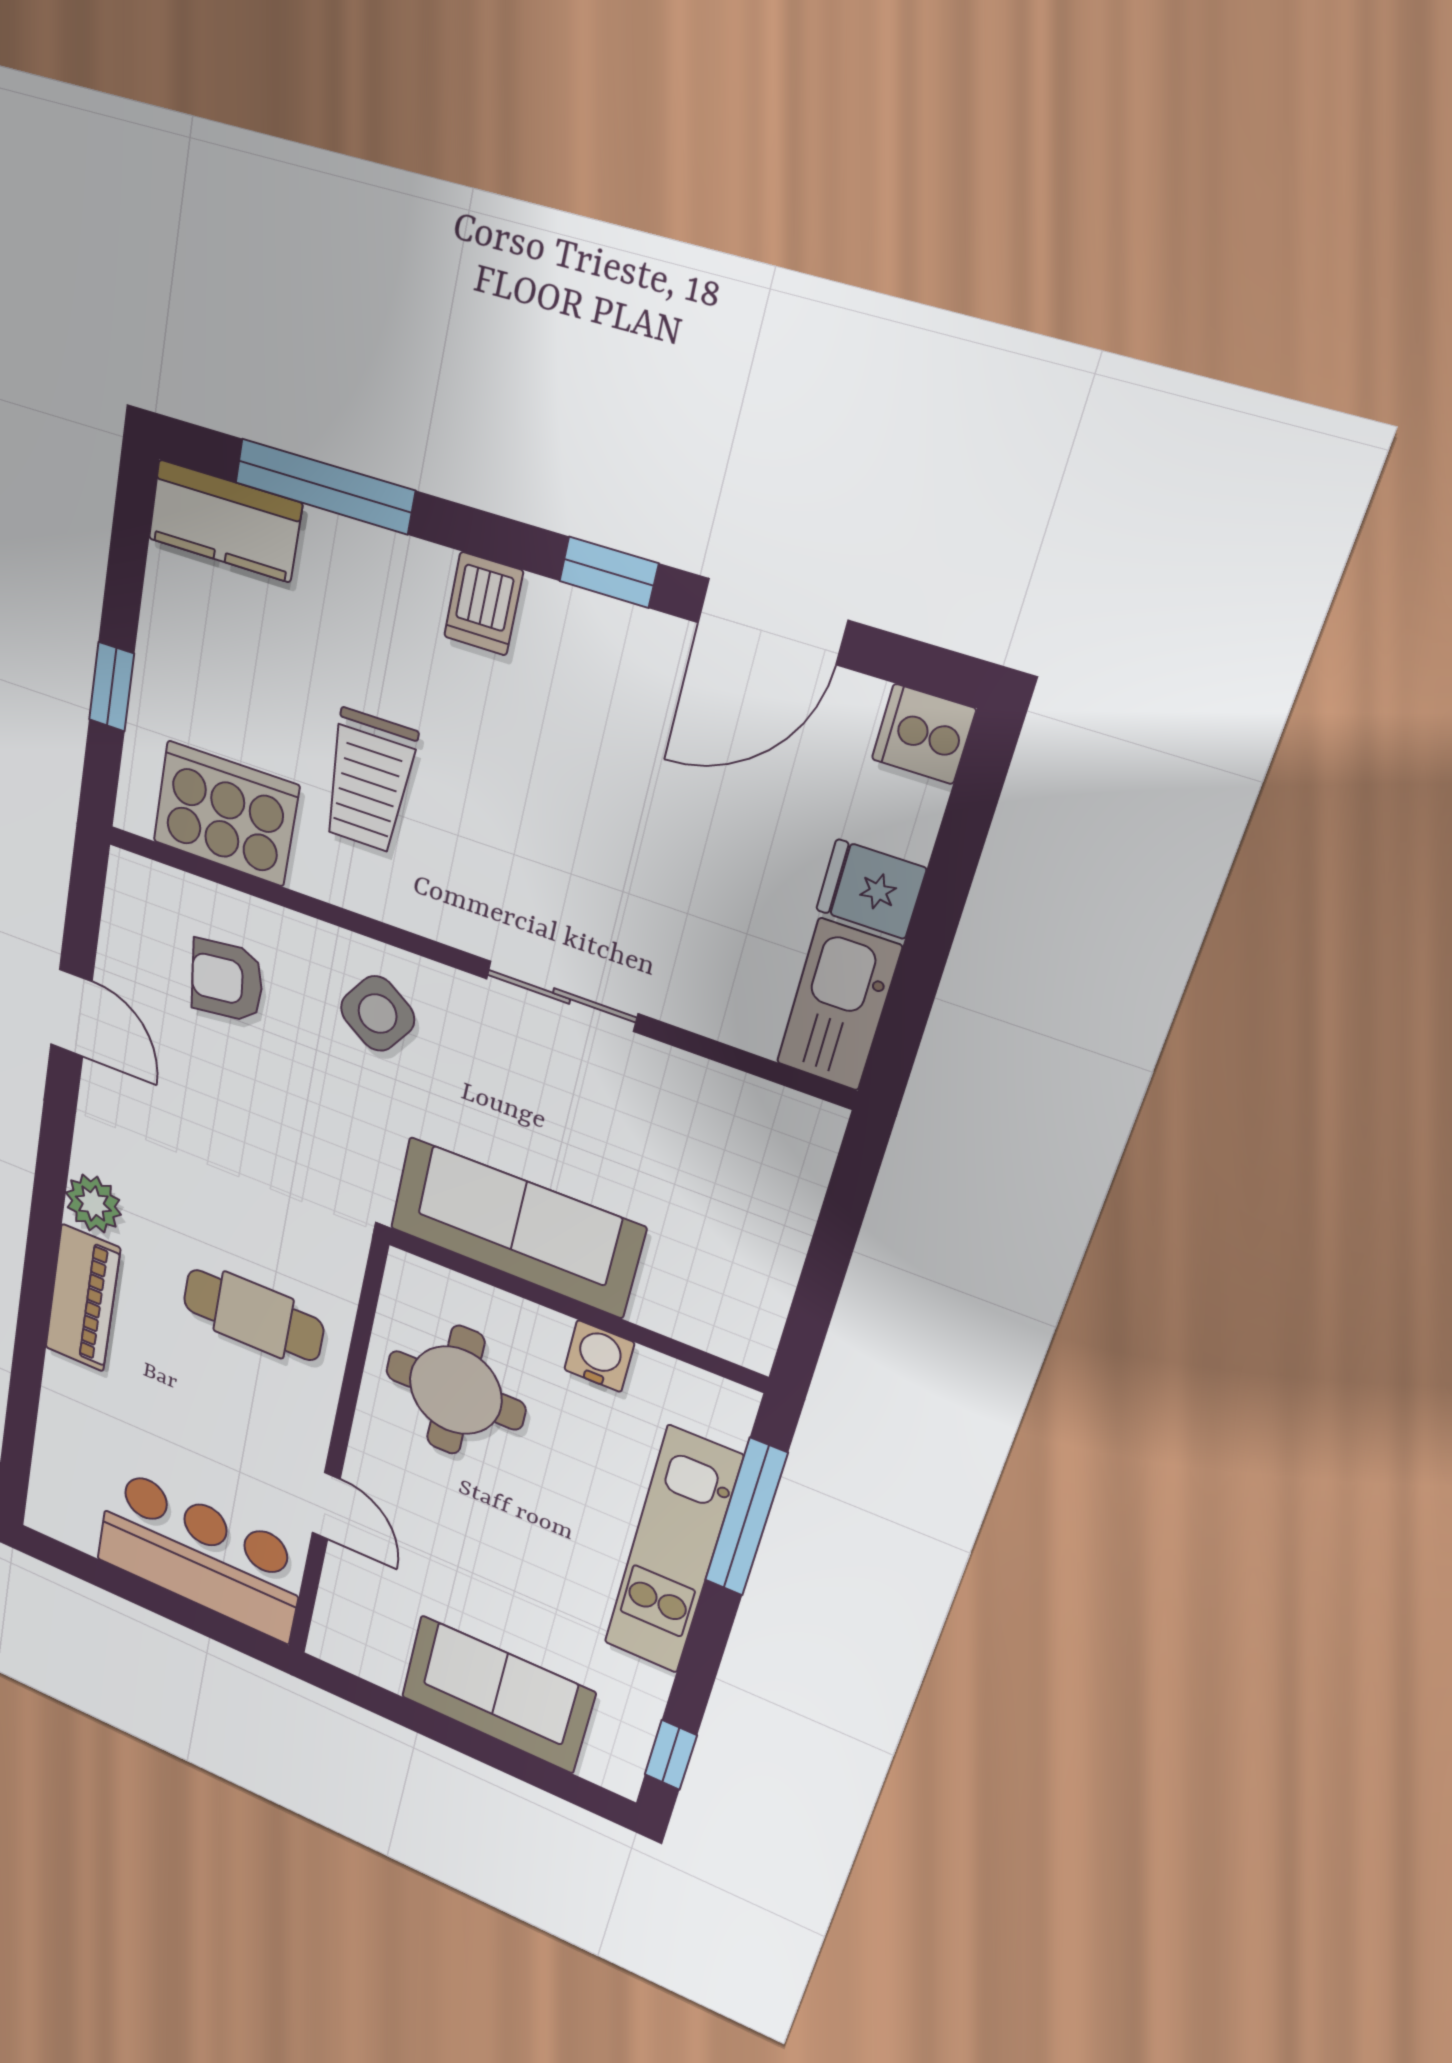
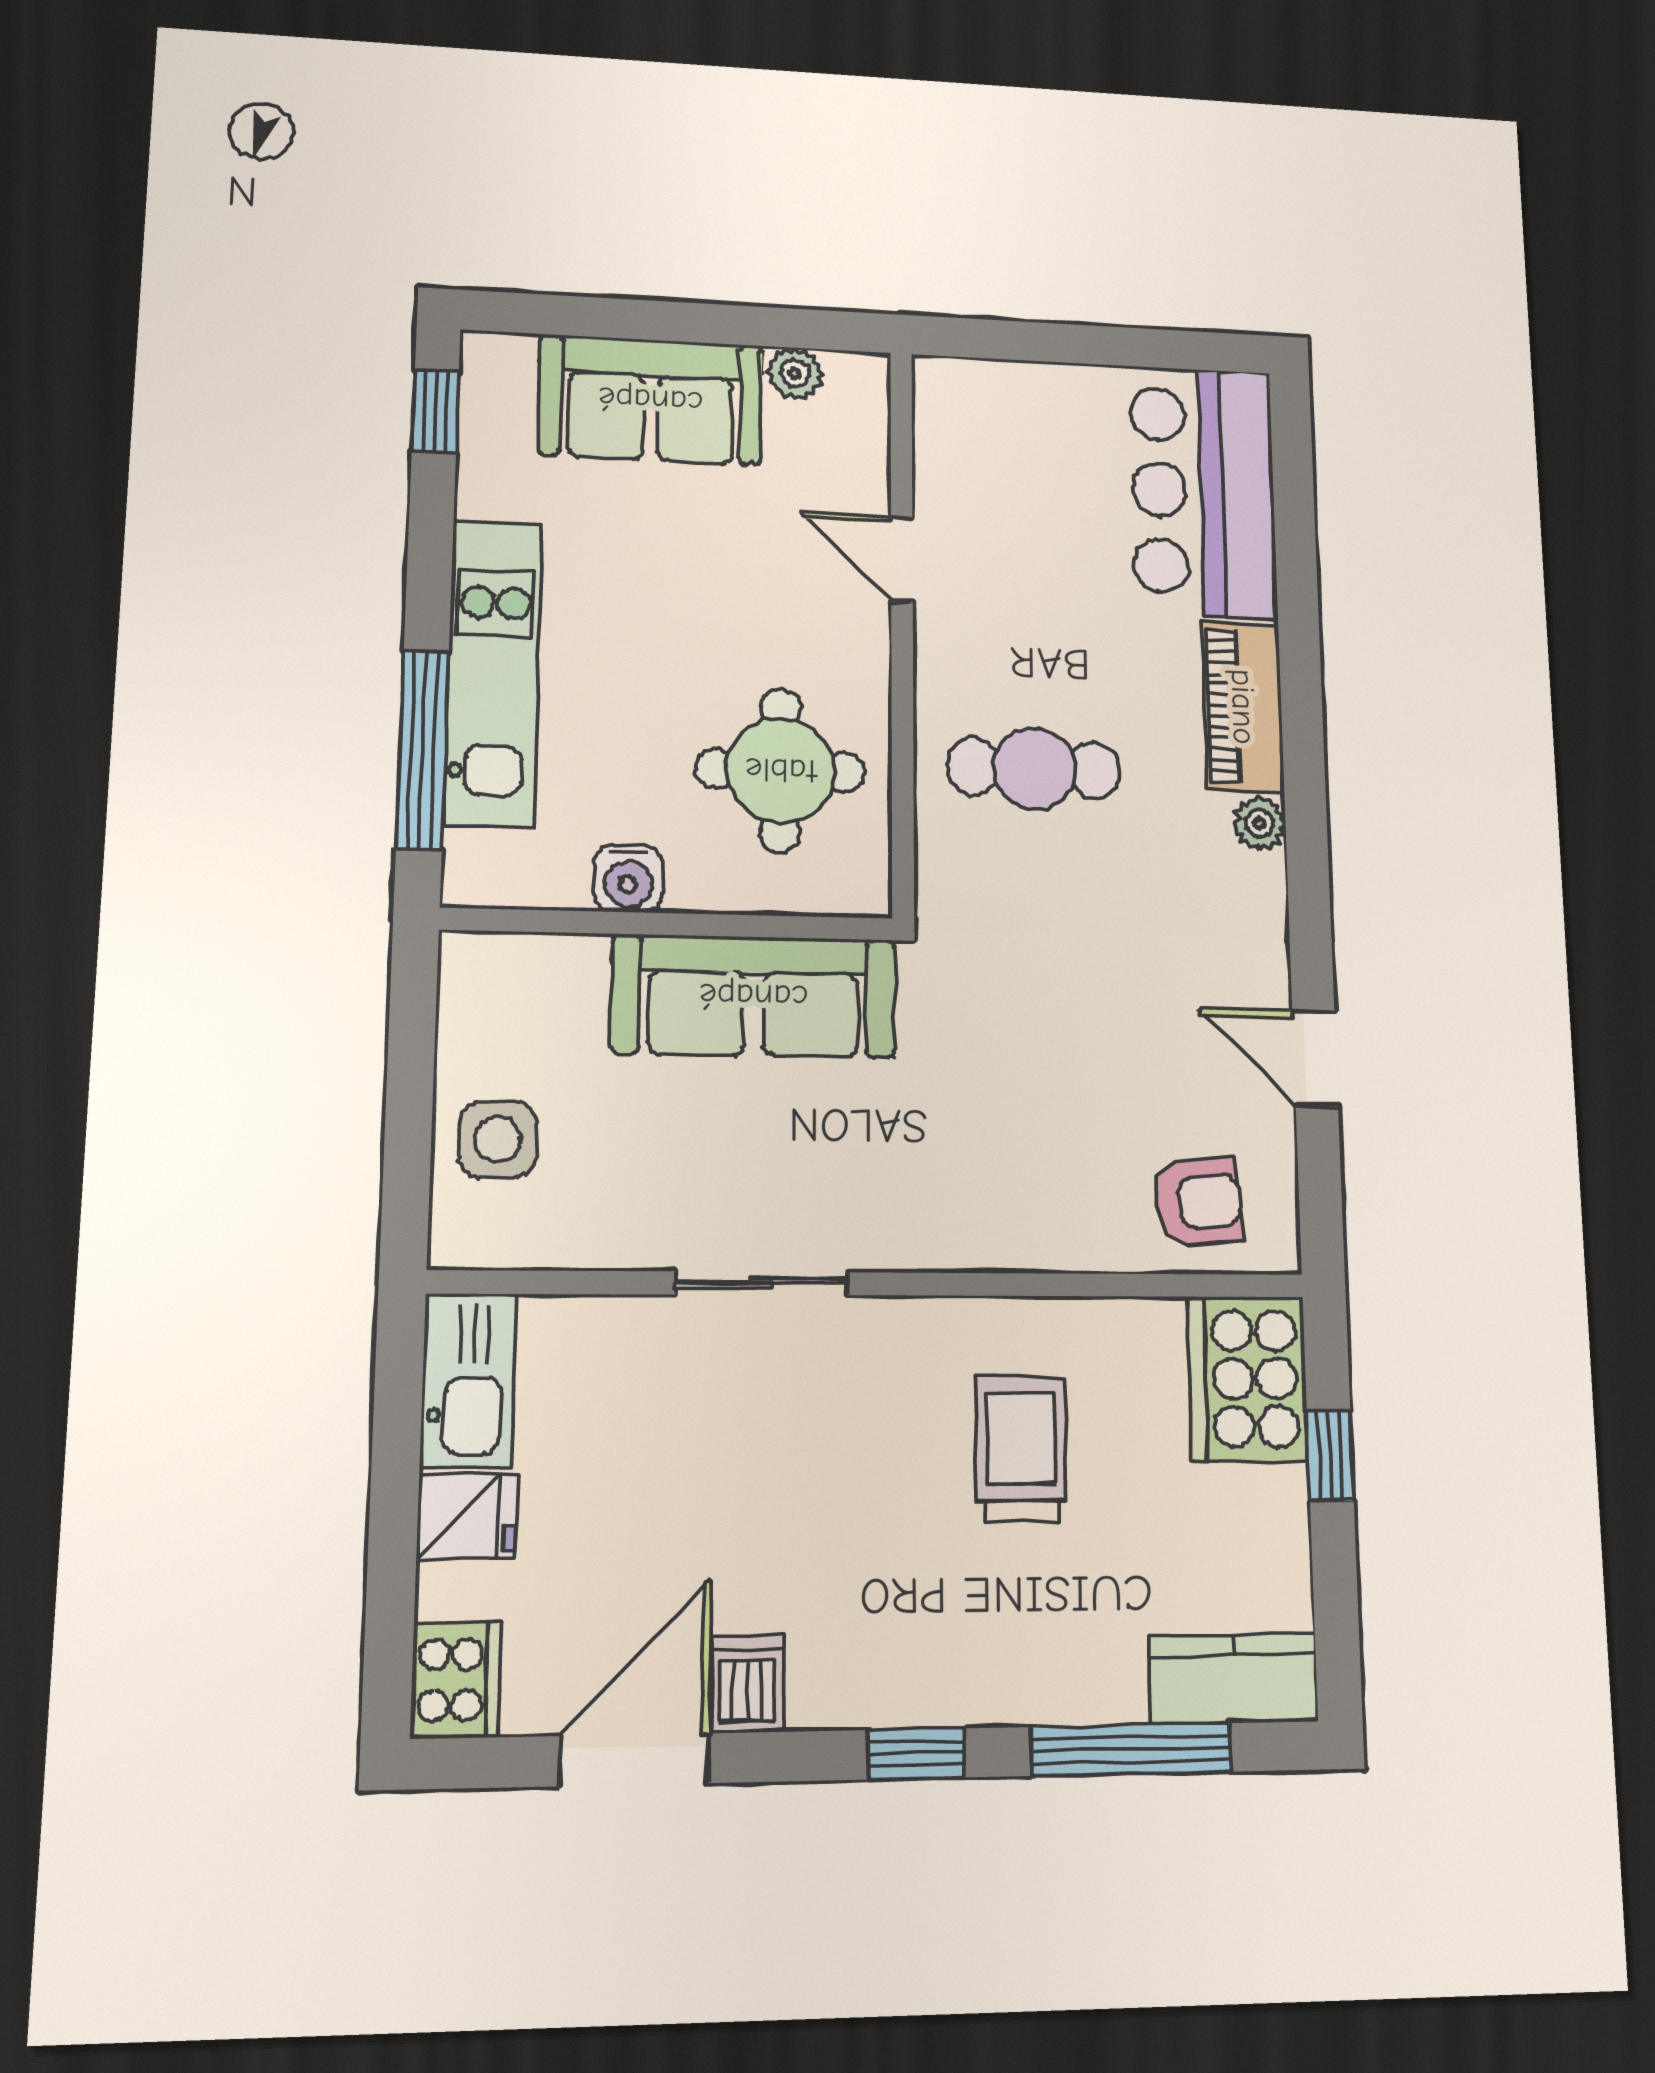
window: (609, 572) -> (917, 1754), moved
dishwasher: (483, 604) -> (747, 1684), moved
cooker: (924, 734) -> (456, 1680), width x1.36
cooker: (226, 814) -> (1248, 1378), moved, turned 90
armchair: (227, 981) -> (1198, 1202), moved
side table: (378, 1014) -> (498, 1139), moved, turned -34
plant: (93, 1204) -> (1259, 823), width x0.73, depth x0.73
bar counter: (200, 1555) -> (1203, 492), moved, turned 90
plant: (381, 1668) -> (795, 373), added

